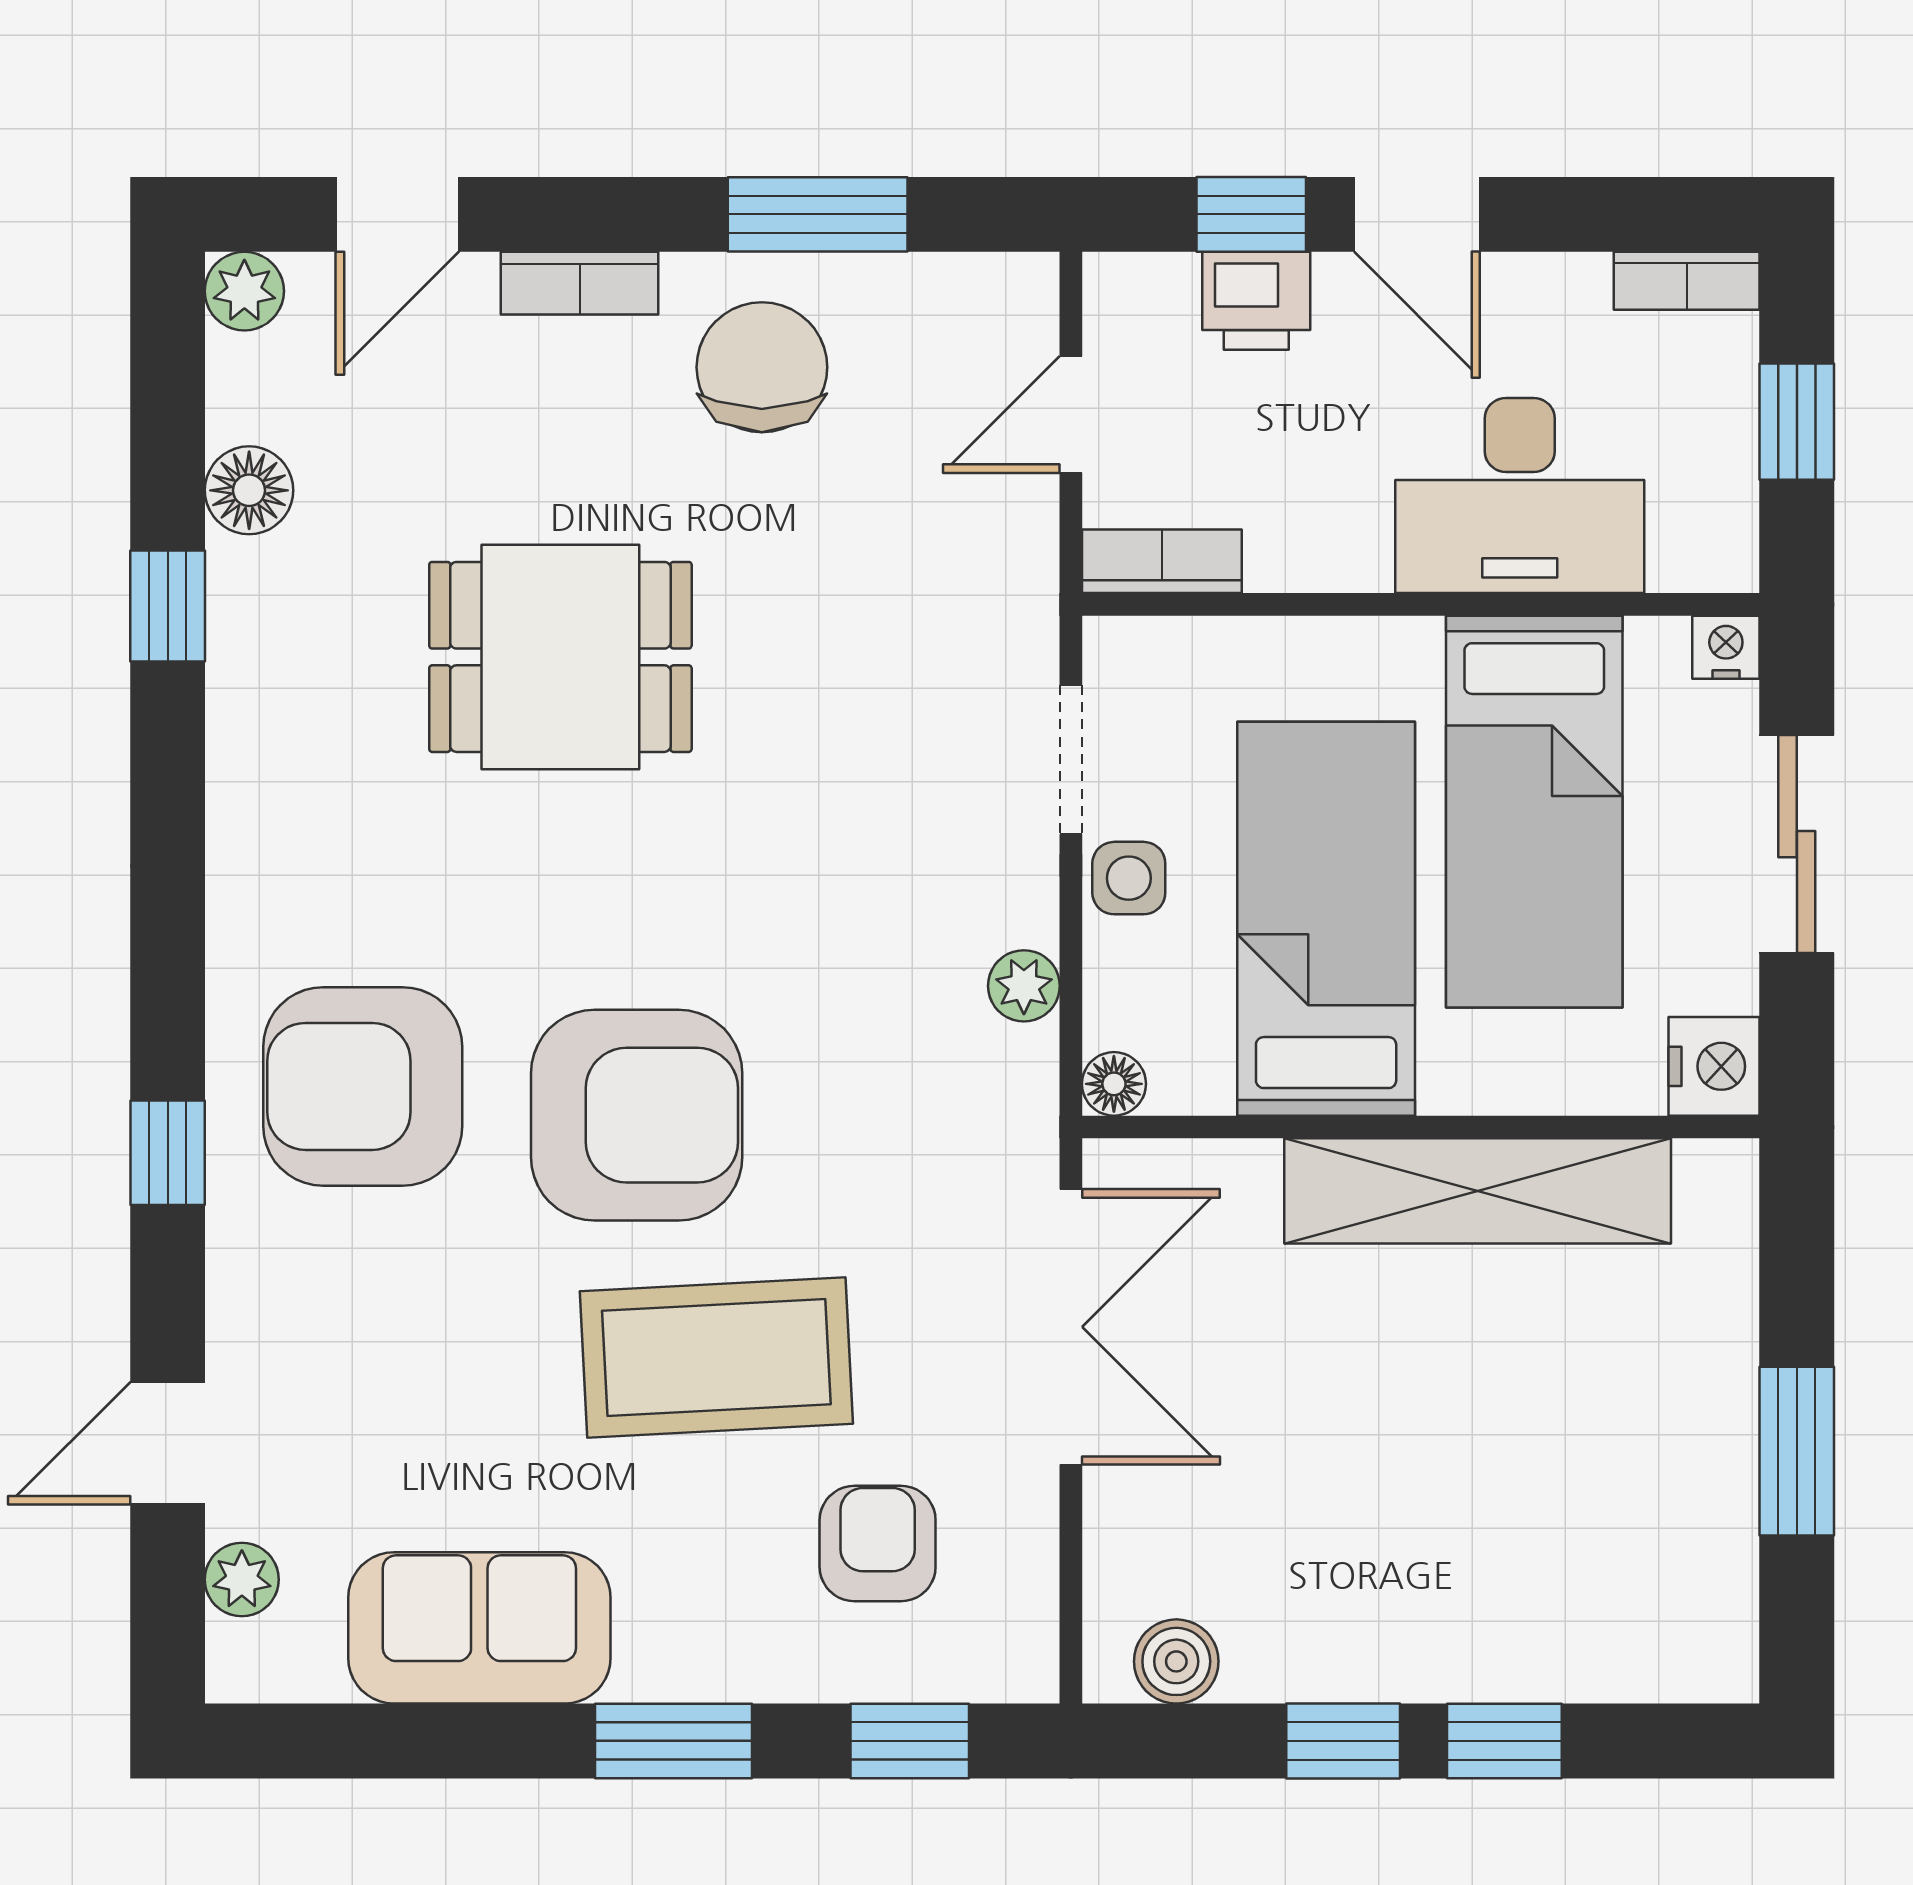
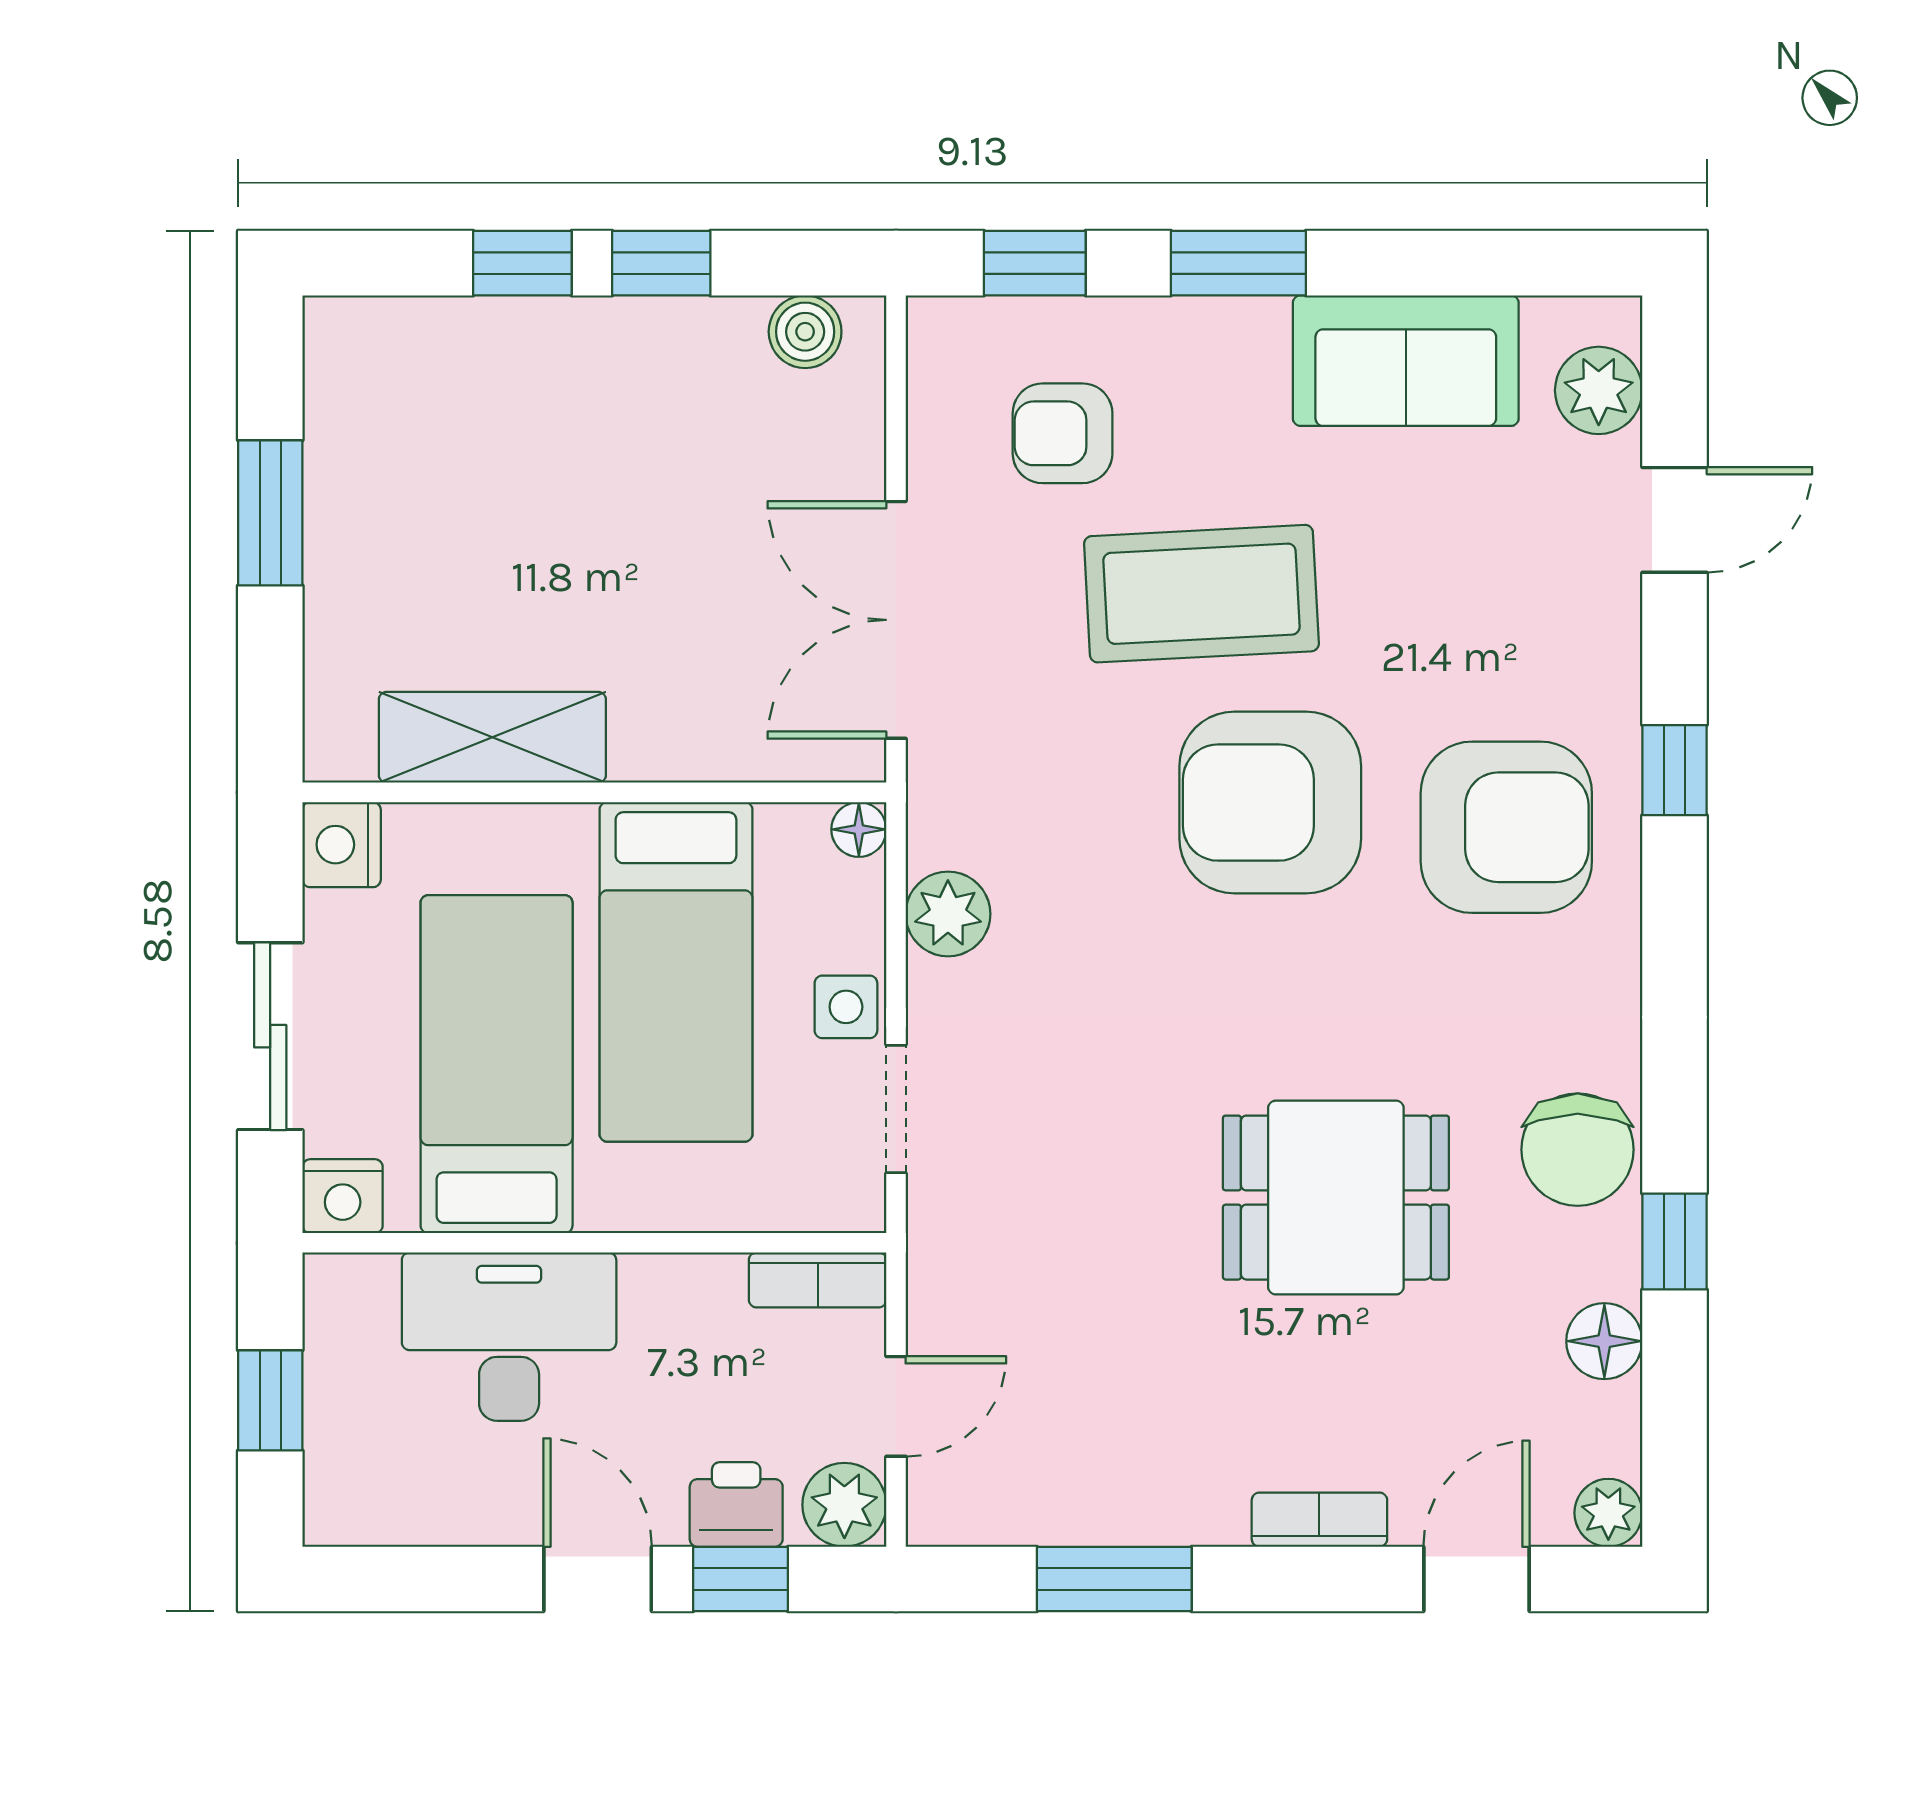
bookcase: (1687, 281) -> (365, 1522), removed
plant: (1131, 300) -> (844, 1505), added
chair: (762, 367) -> (1578, 1150), moved
nightstand: (1726, 647) -> (343, 1196), width x1.39, depth x1.35
plant: (1024, 986) -> (948, 914), width x1.38, depth x1.38
shelving: (1478, 1191) -> (492, 737), width x0.68
armchair: (878, 1544) -> (1063, 433), turned 90
plant: (242, 1580) -> (1599, 390), width x1.38, depth x1.38

